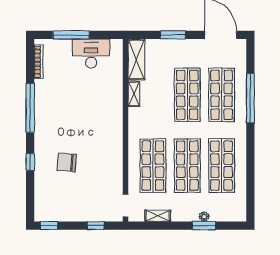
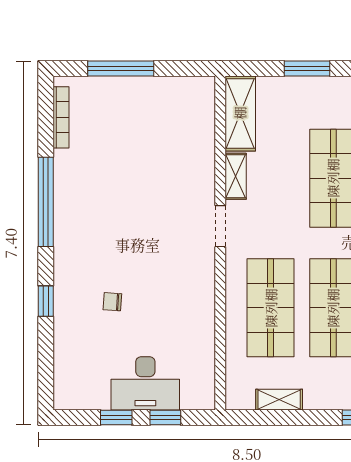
desk: (91, 54) -> (145, 383), moved, turned 180
chair: (67, 162) -> (112, 302), width x0.54, depth x0.54
doorway: (125, 206) -> (220, 226), moved
window: (49, 226) -> (116, 417), moved

